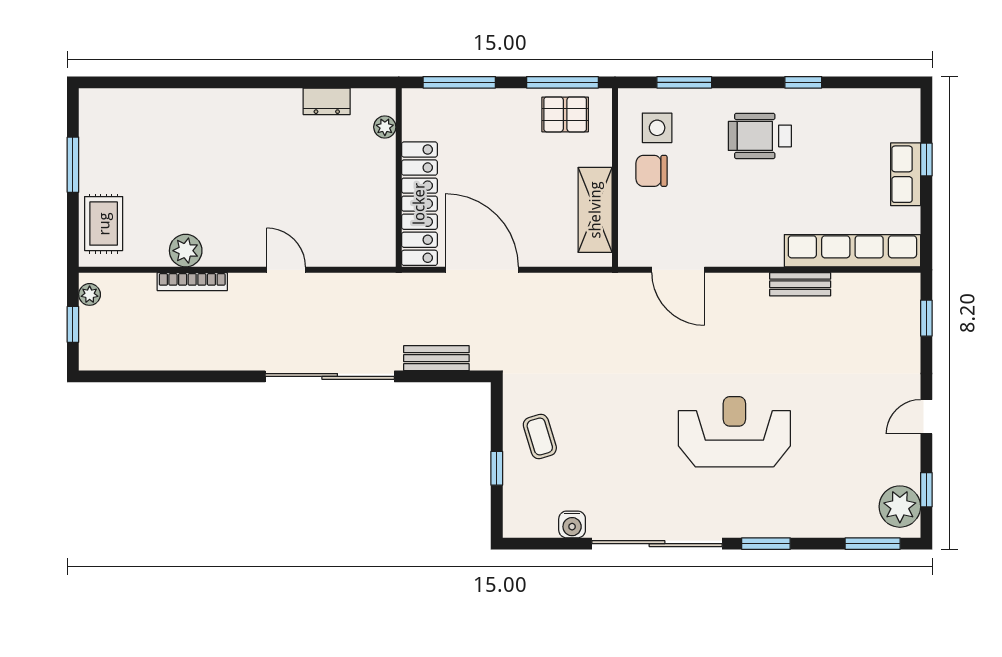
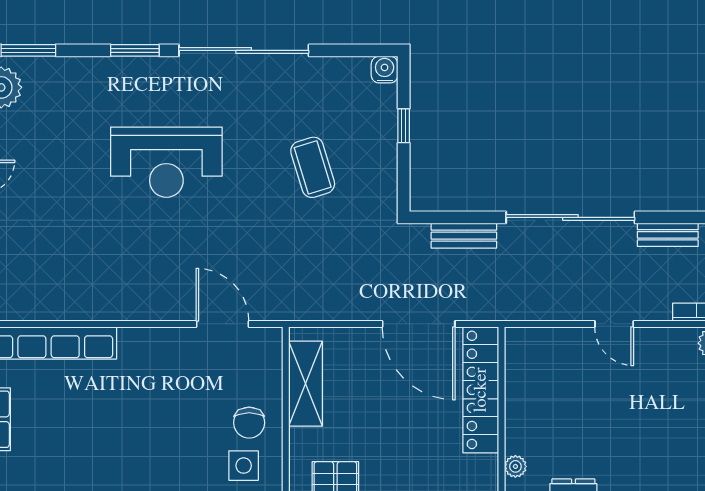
wheelchair: (760, 136) -> (141, 457), removed
chair: (652, 171) -> (249, 423), turned 90
bench: (800, 284) -> (668, 235), moved
coffee table: (540, 436) -> (313, 167), moved, width x1.36, depth x1.30
water cooler: (572, 524) -> (385, 70), moved

